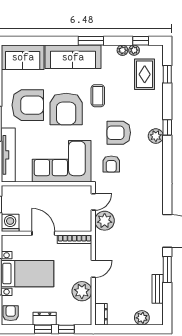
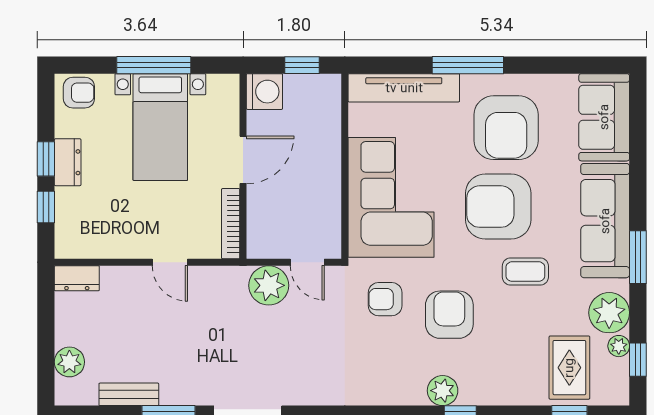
plant: (122, 50) -> (609, 313), width x1.87, depth x1.87
rug: (145, 74) -> (569, 368), turned 90
plant: (82, 291) -> (124, 239), removed

